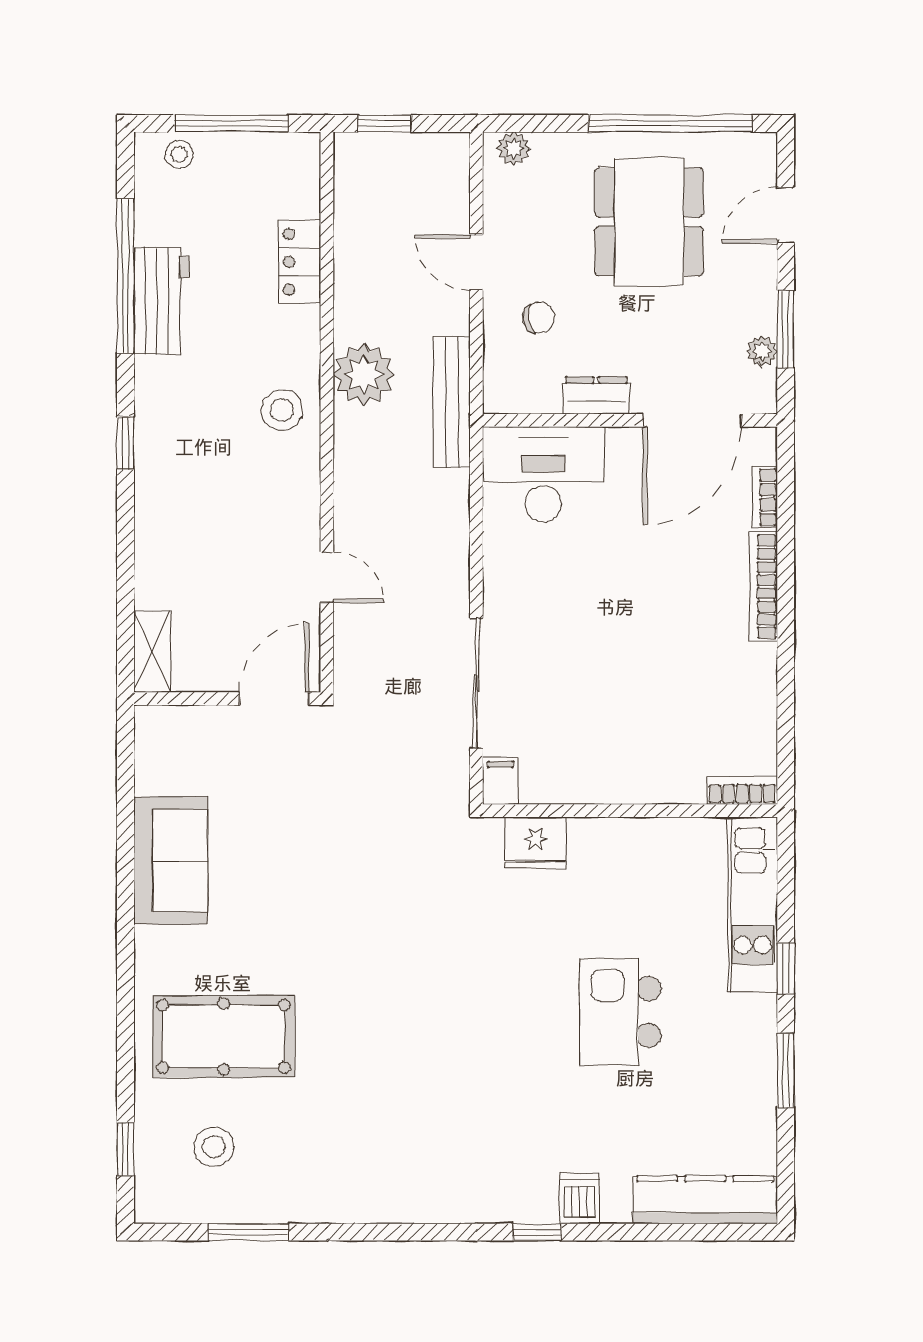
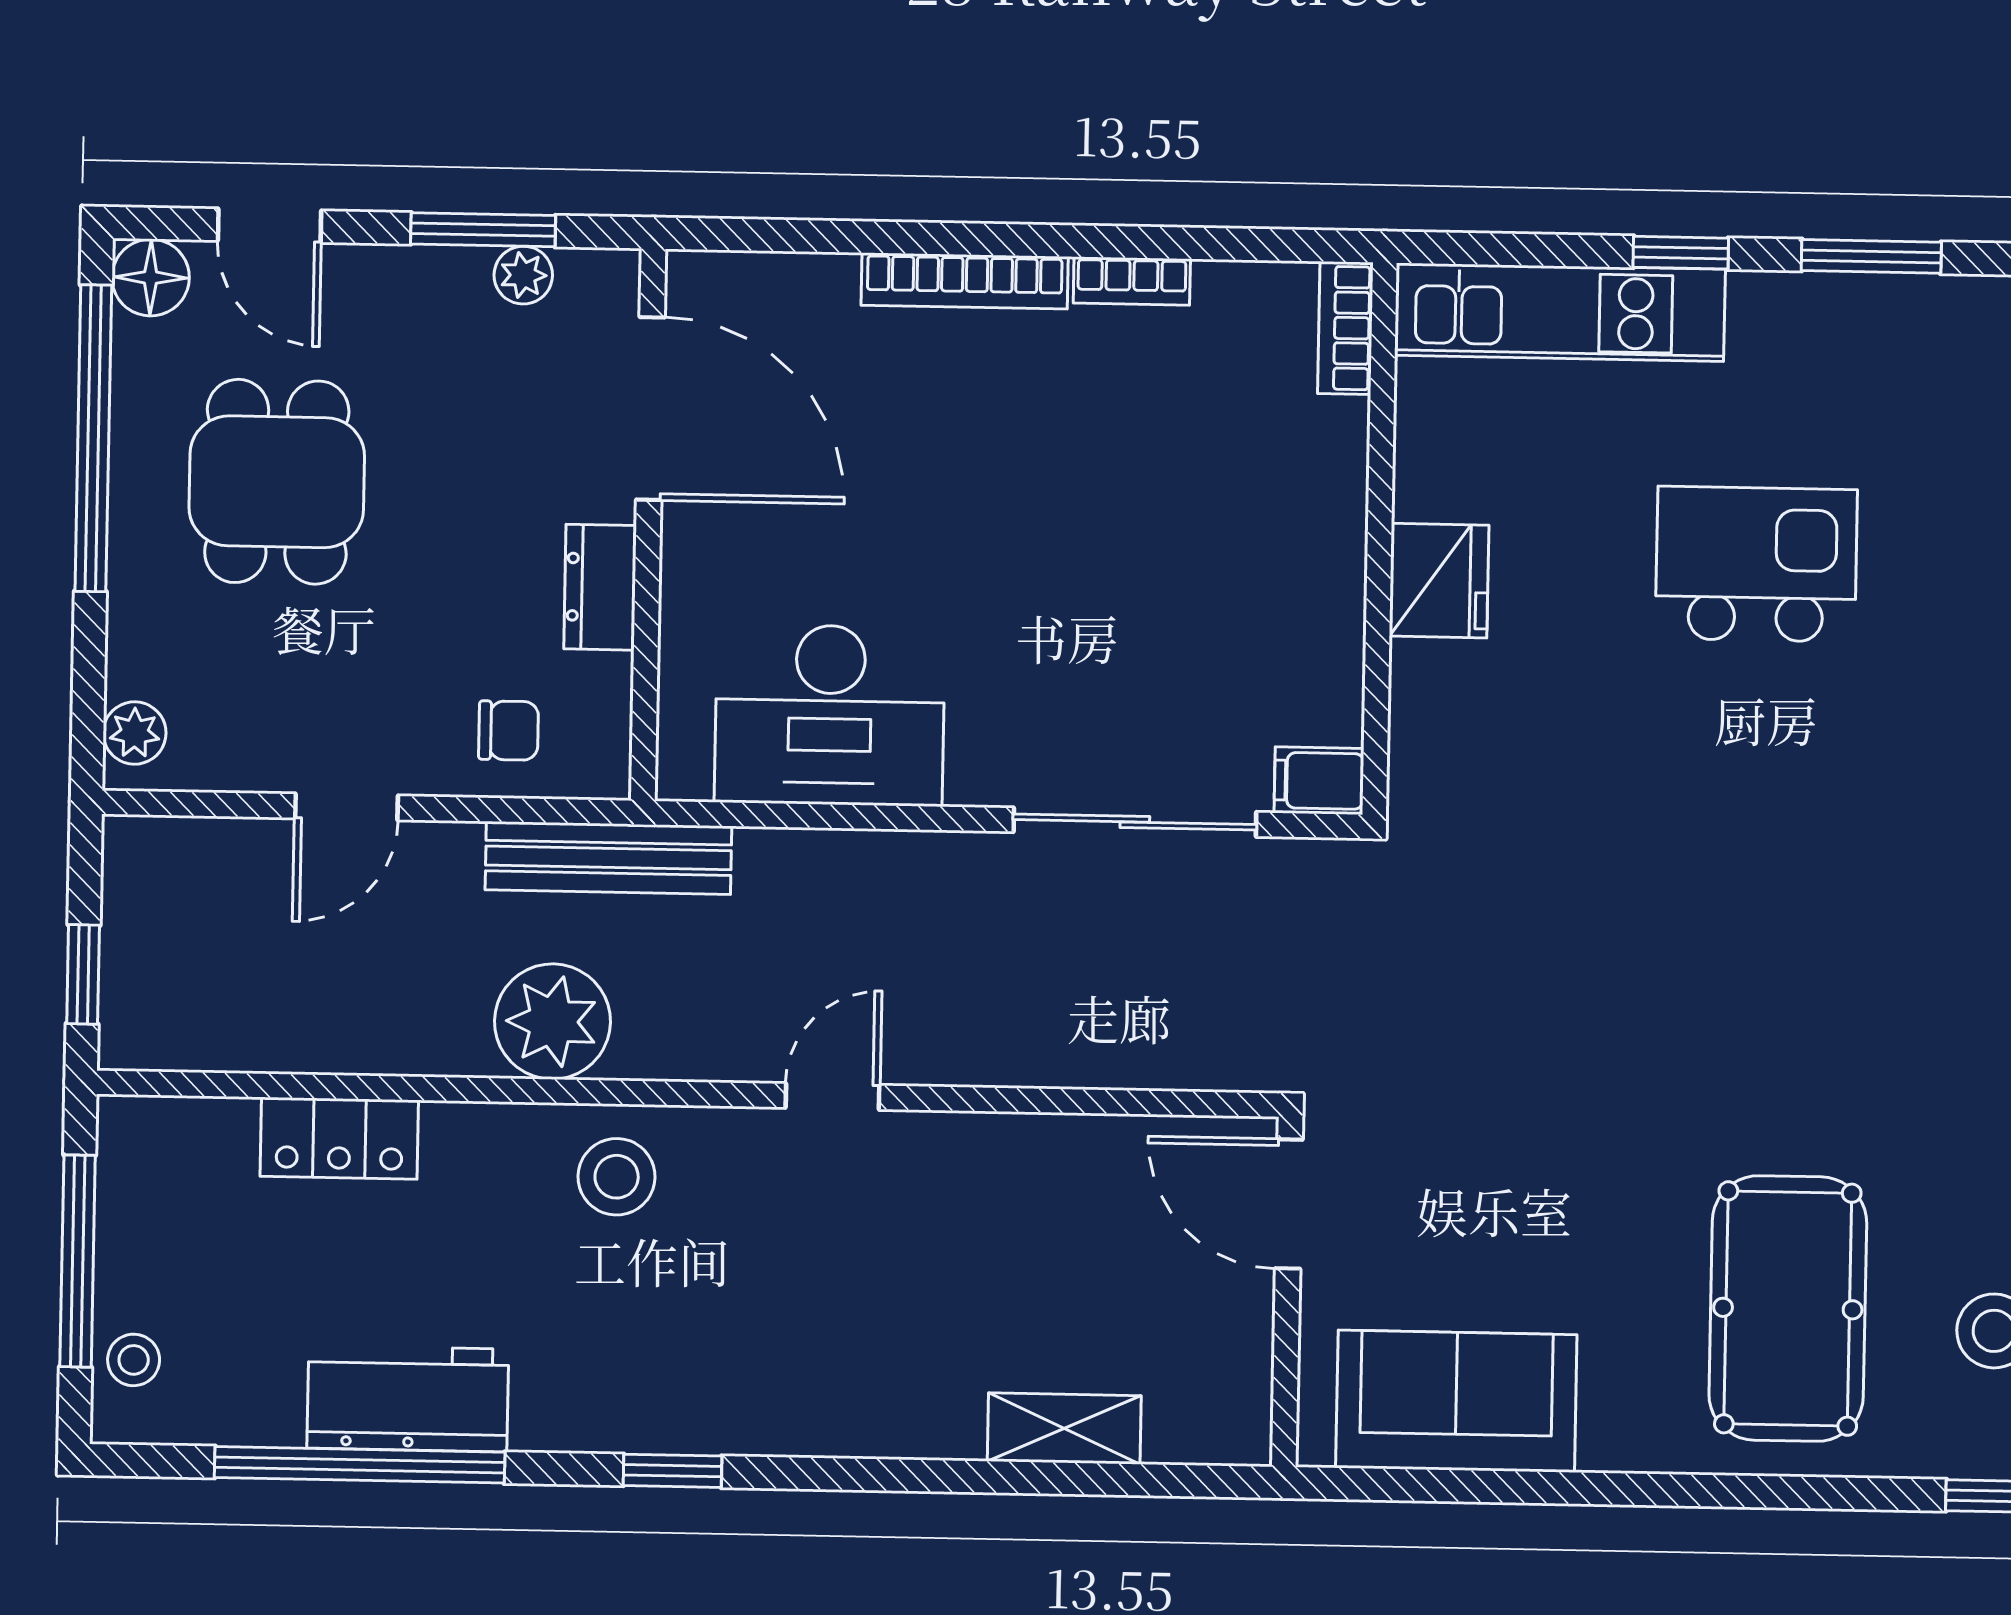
floor lamp: (757, 152) -> (151, 277), added
dining table: (649, 222) -> (277, 482), width x0.73
chair: (539, 318) -> (508, 731), moved, turned 99
desk: (543, 474) -> (830, 715), moved, turned -90
bookcase: (765, 497) -> (1132, 281), moved
door: (327, 577) -> (833, 1096), moved
wall: (227, 699) -> (1287, 1292), moved
door: (274, 699) -> (1289, 1204), moved
fridge: (536, 843) -> (1439, 581), moved
kitchen island: (620, 1012) -> (1756, 564), turned 180

